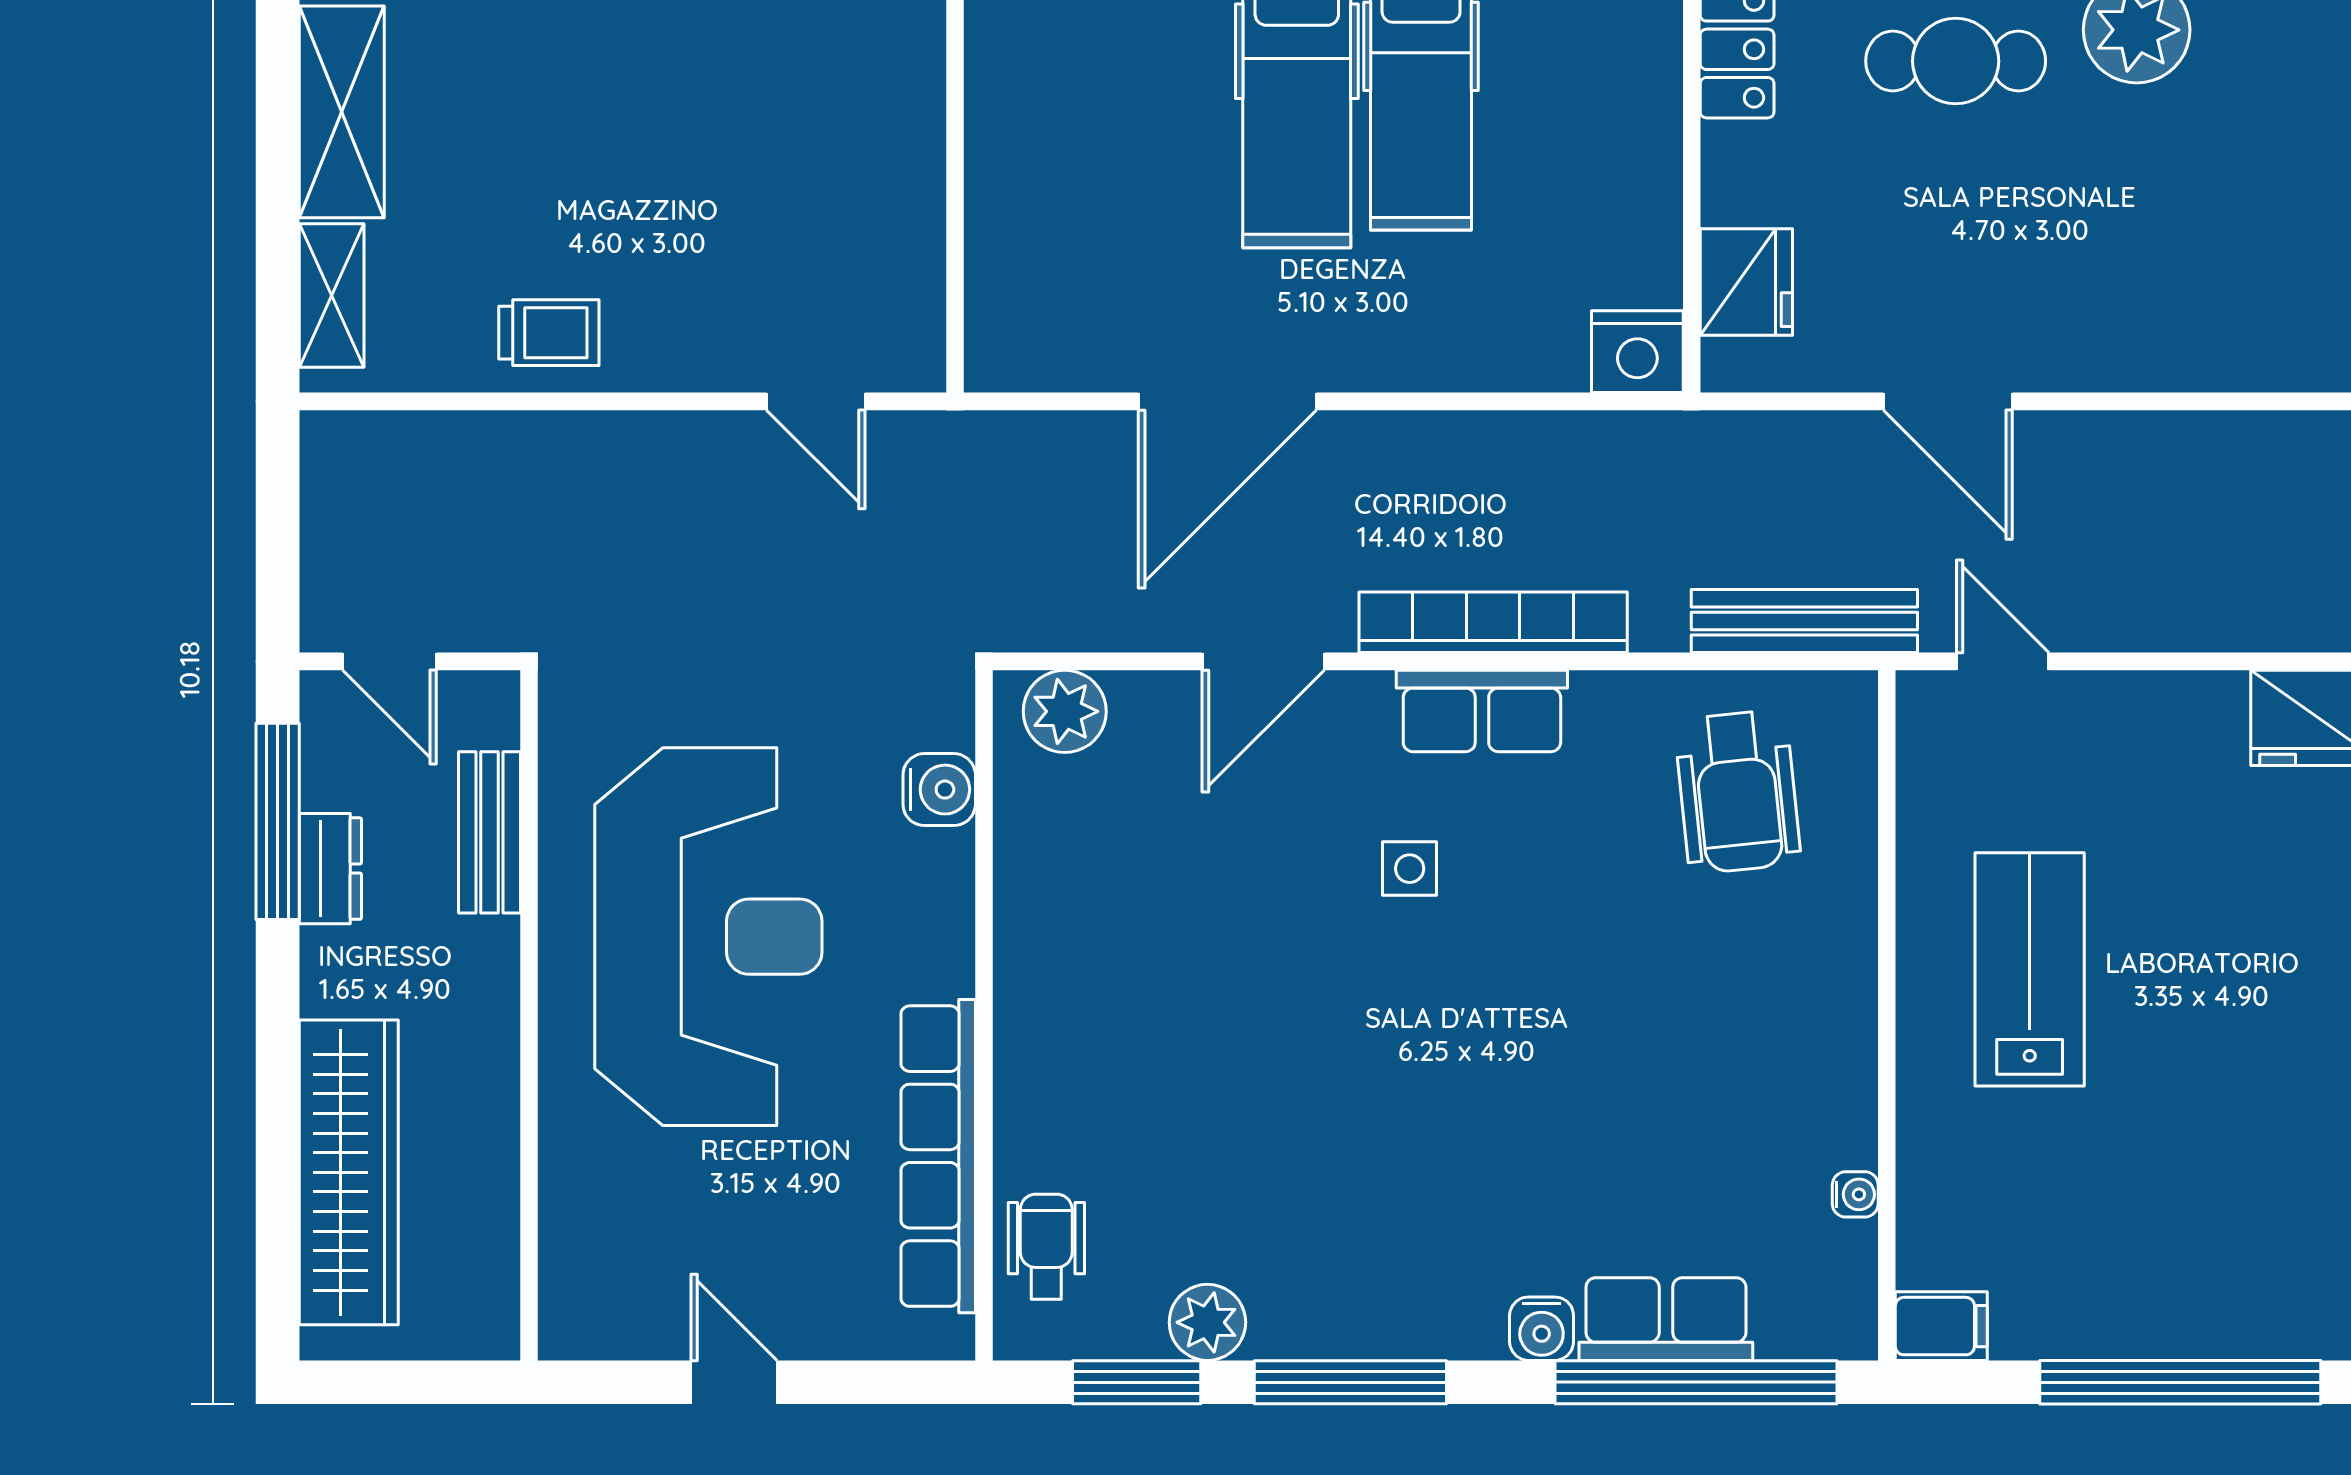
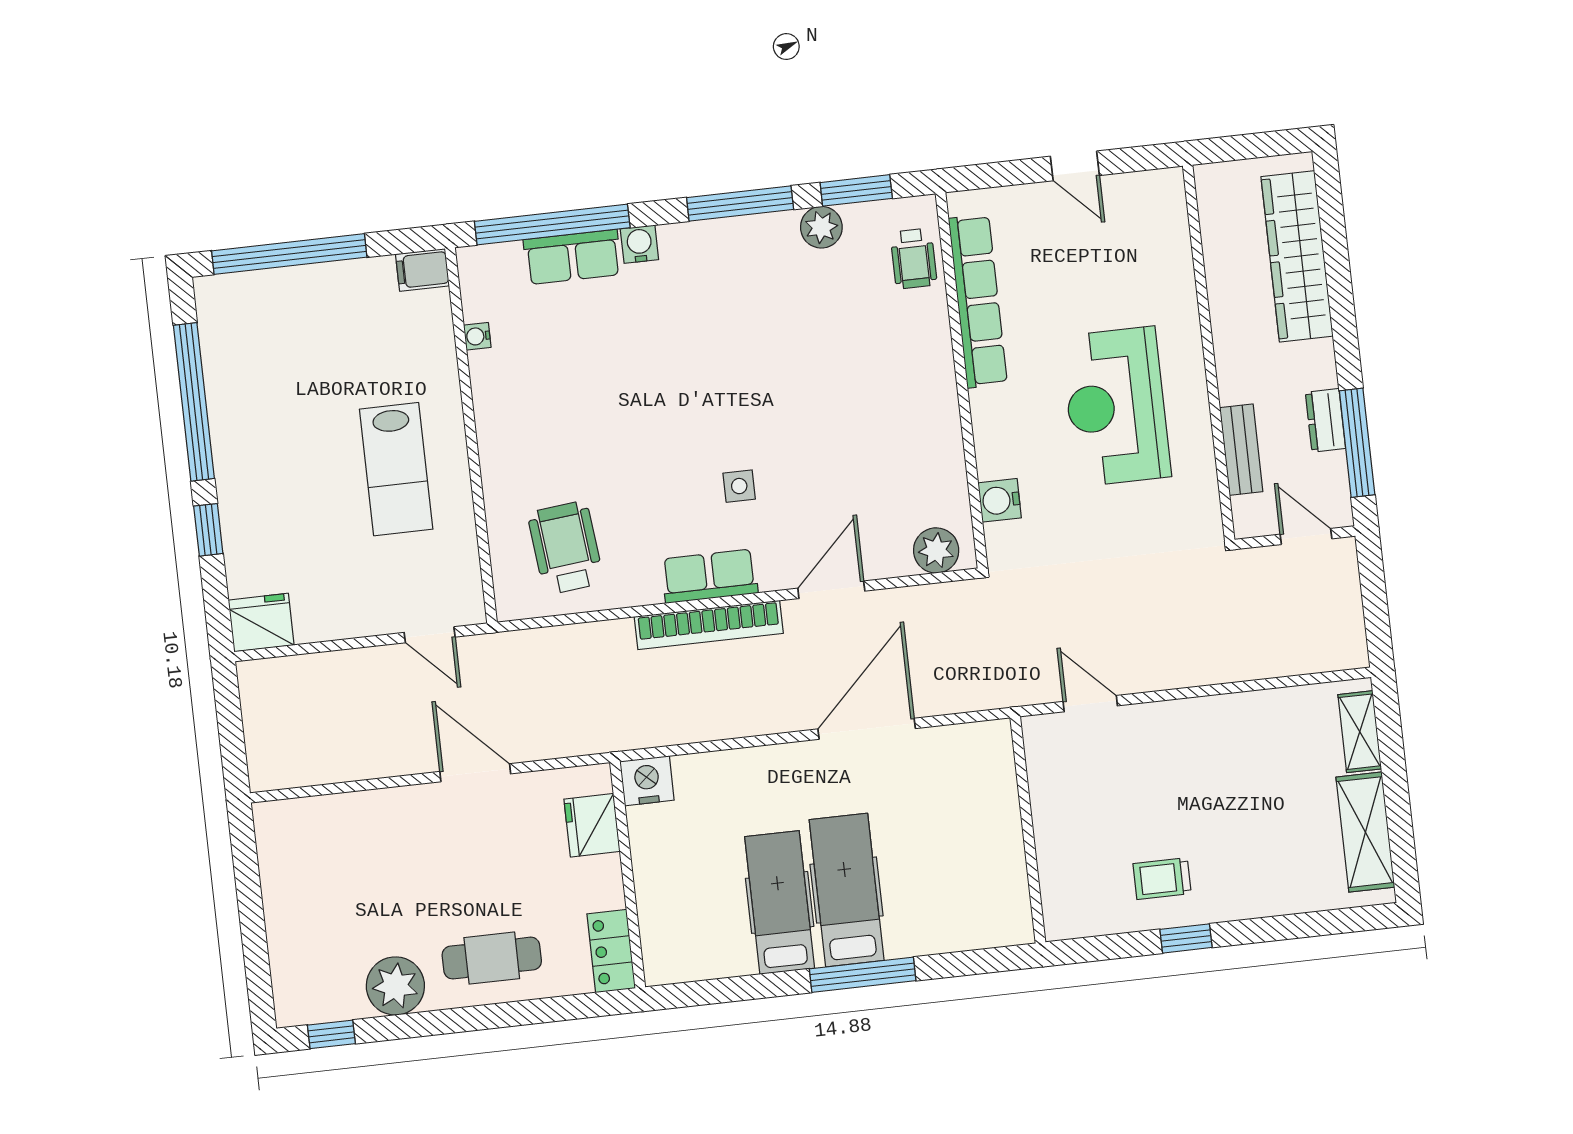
trolley: (549, 333) -> (1162, 879), moved
bench: (1804, 621) -> (540, 645), removed
reception desk: (708, 937) -> (1116, 406), width x0.74, depth x0.77

